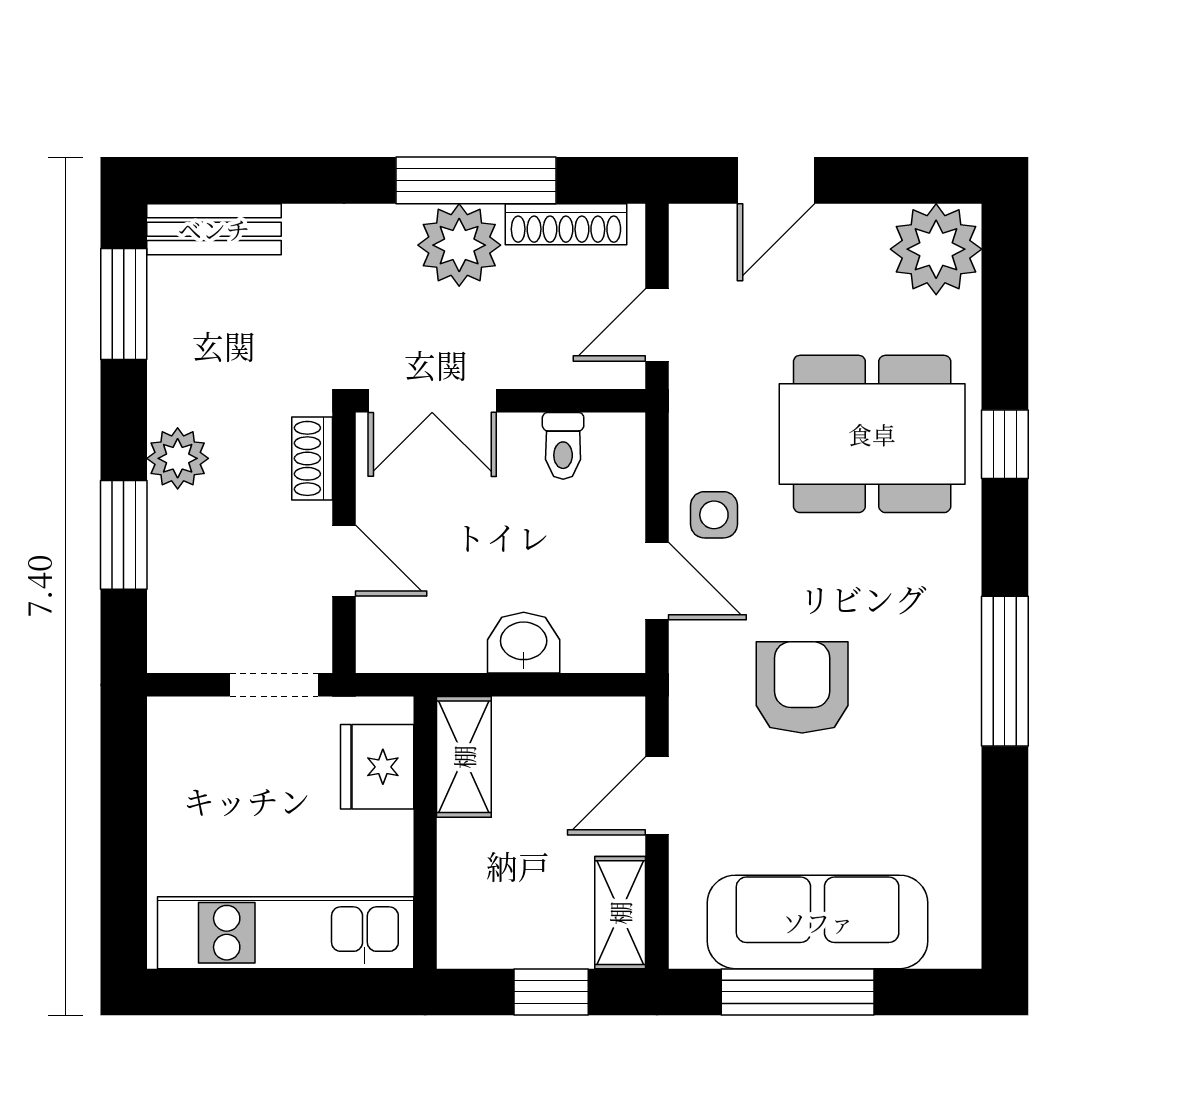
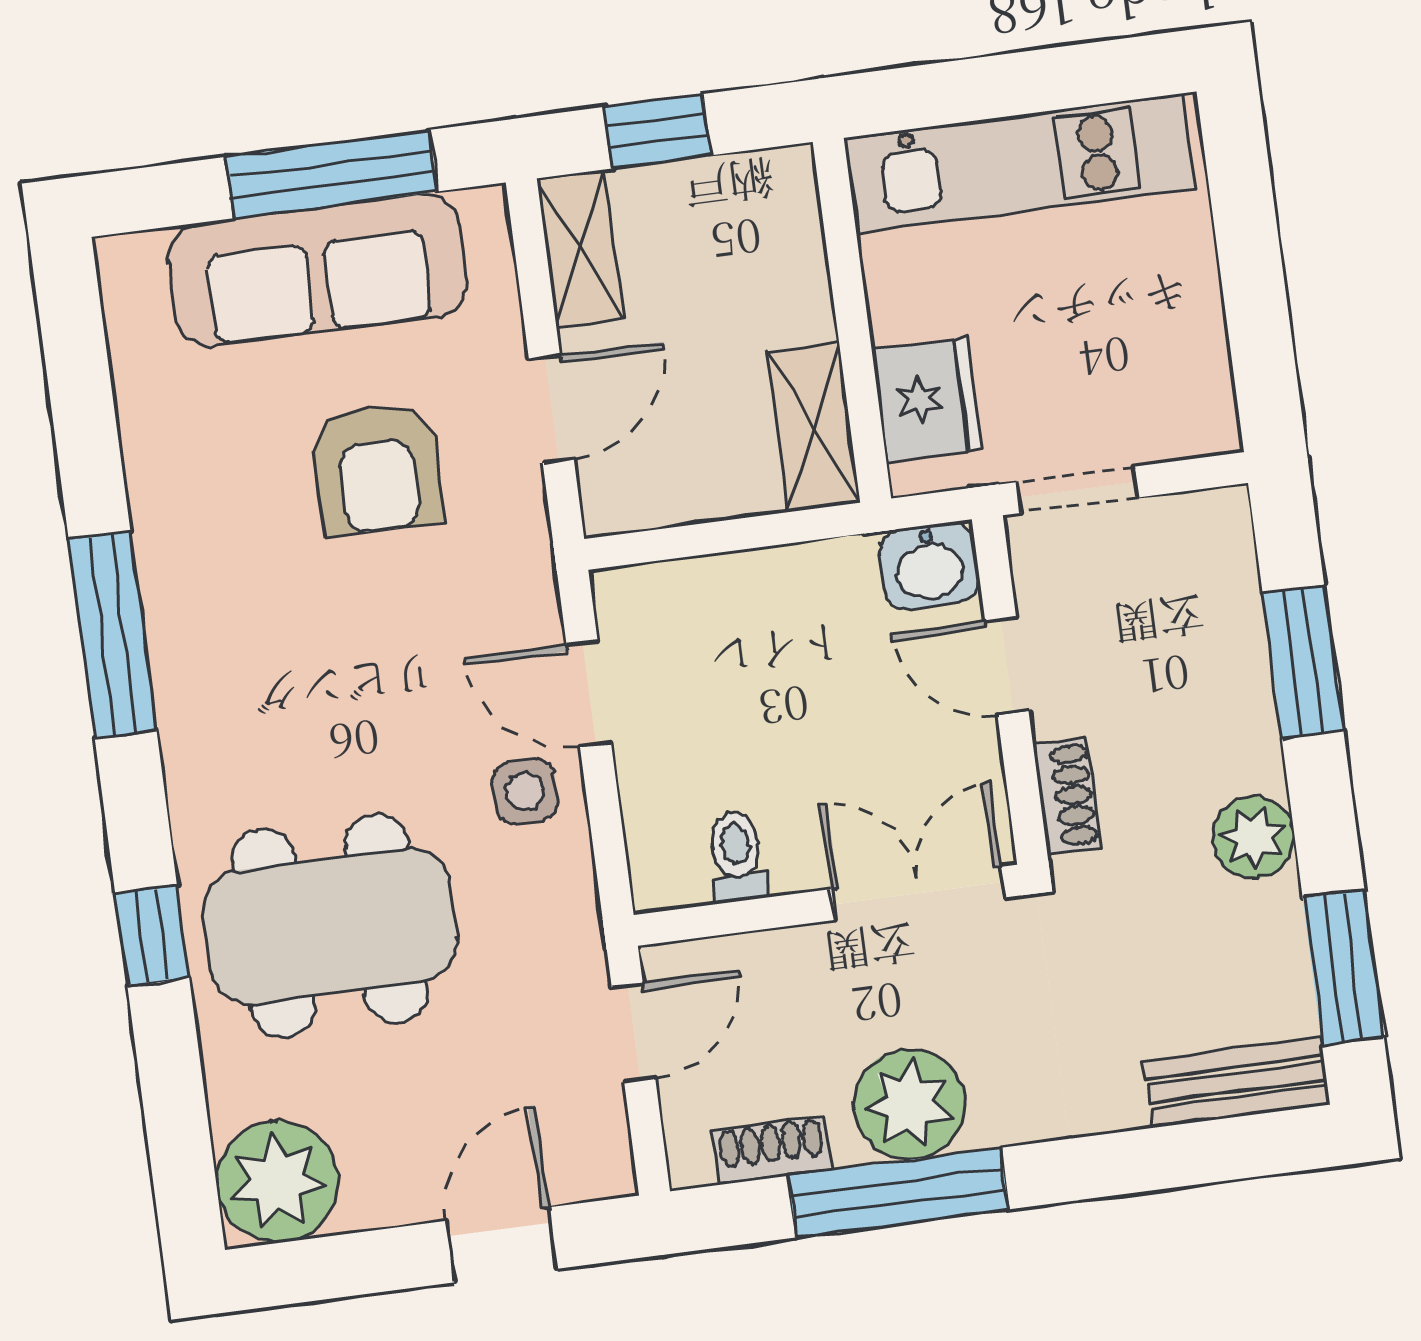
shoe rack: (566, 224) -> (772, 1150), width x0.70
plant: (178, 458) -> (1253, 837), moved
washbasin: (524, 643) -> (930, 566), moved
armchair: (802, 687) -> (377, 469), moved

